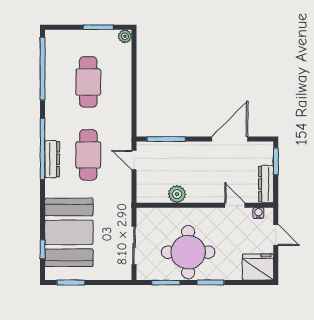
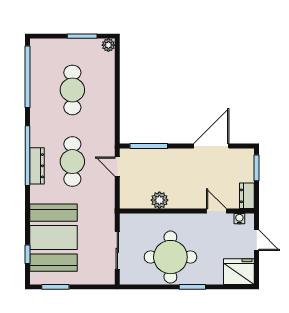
dresser: (266, 184) -> (247, 196), width x0.70
window: (166, 283) -> (149, 287), removed

